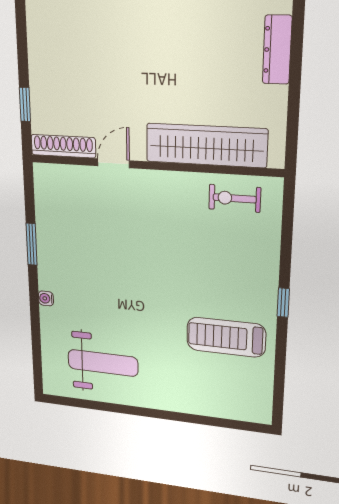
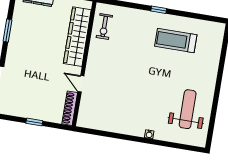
window: (25, 104) -> (34, 122), moved
window: (32, 244) -> (119, 136), removed
treadmill: (226, 337) -> (176, 41), turned 90

